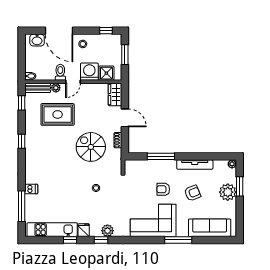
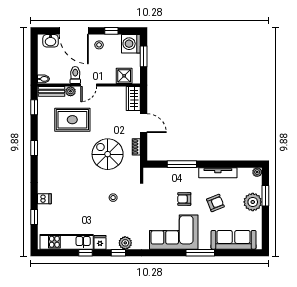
window: (106, 31) -> (111, 31), moved
washing machine: (89, 72) -> (131, 44), moved, turned -90
window: (22, 206) -> (34, 217), width x0.46

